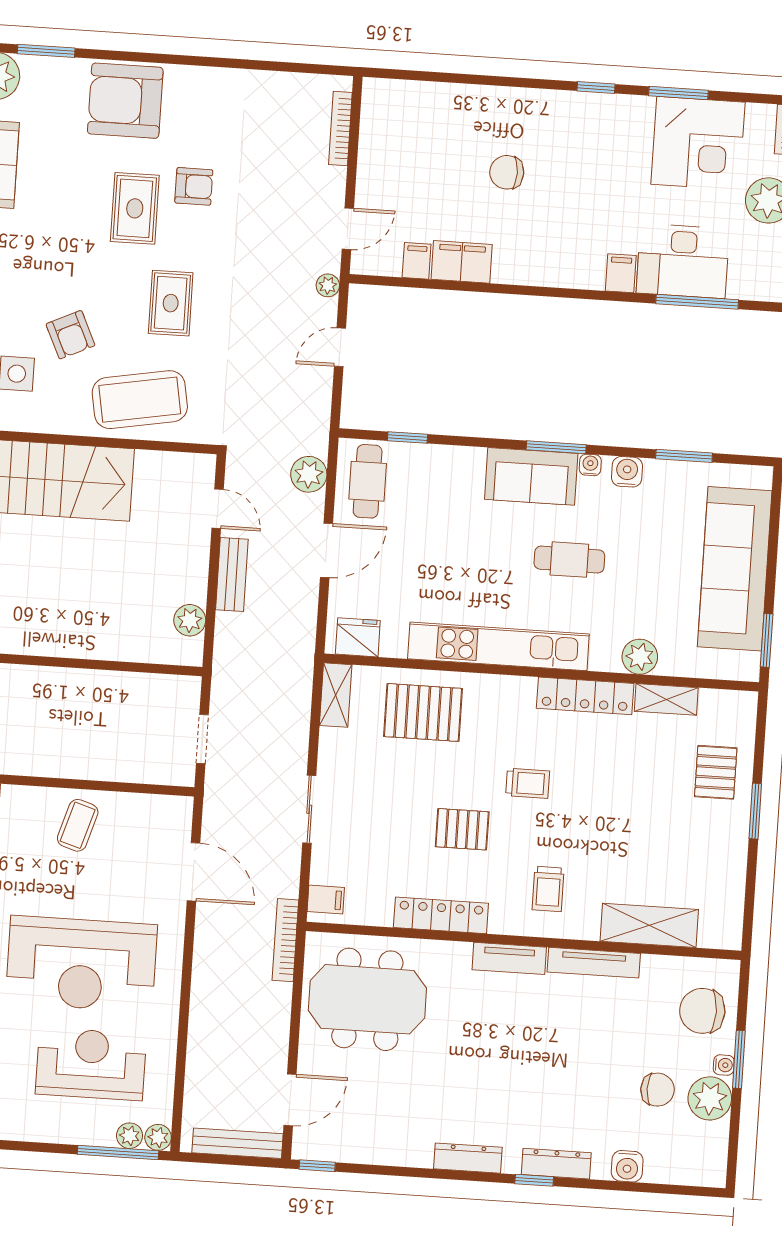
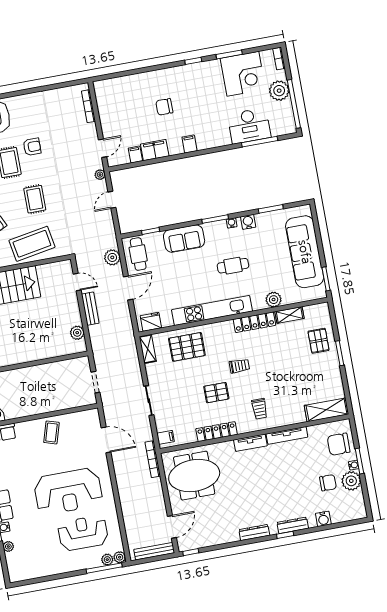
filing cabinet: (621, 273) -> (189, 144), moved
sofa: (531, 476) -> (184, 239), moved
shelving: (649, 925) -> (326, 410), moved

